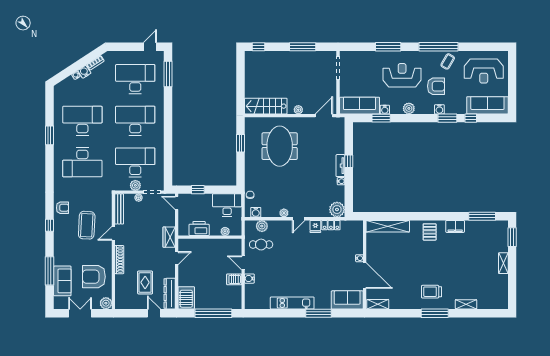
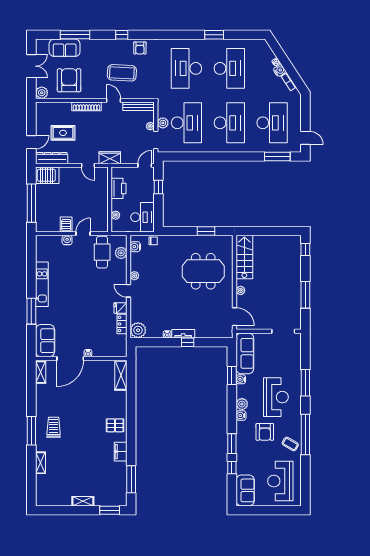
sofa: (487, 105) -> (245, 490), width x0.73
water cooler: (439, 109) -> (241, 416), moved
shelving: (388, 226) -> (121, 375), width x0.68
cafe table: (261, 245) -> (102, 252), width x1.37, depth x1.35

